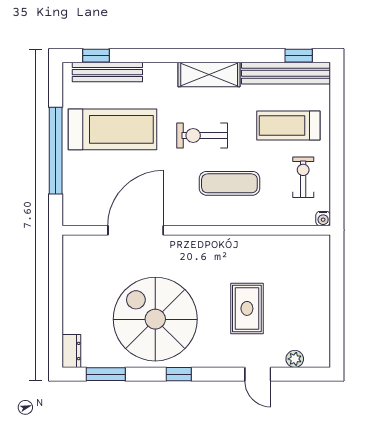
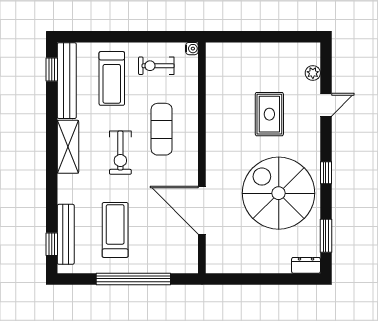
treadmill: (113, 129) -> (115, 230), width x0.73, depth x0.73
rug: (247, 308) -> (269, 114), turned 90
spiral stairs: (155, 319) -> (279, 193), turned 90

